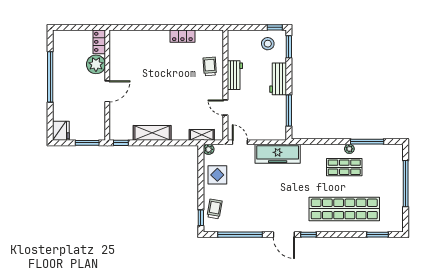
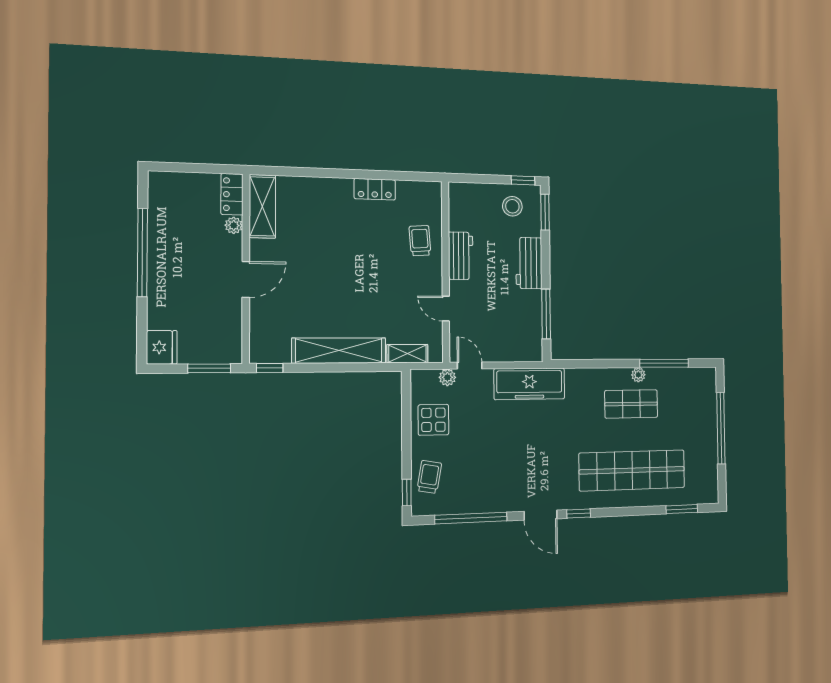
shelving: (117, 48) -> (262, 206), added
plant: (96, 64) -> (234, 225), width x0.53, depth x0.53
shelving: (152, 133) -> (339, 351), width x1.47
plant: (209, 149) -> (447, 377), moved

